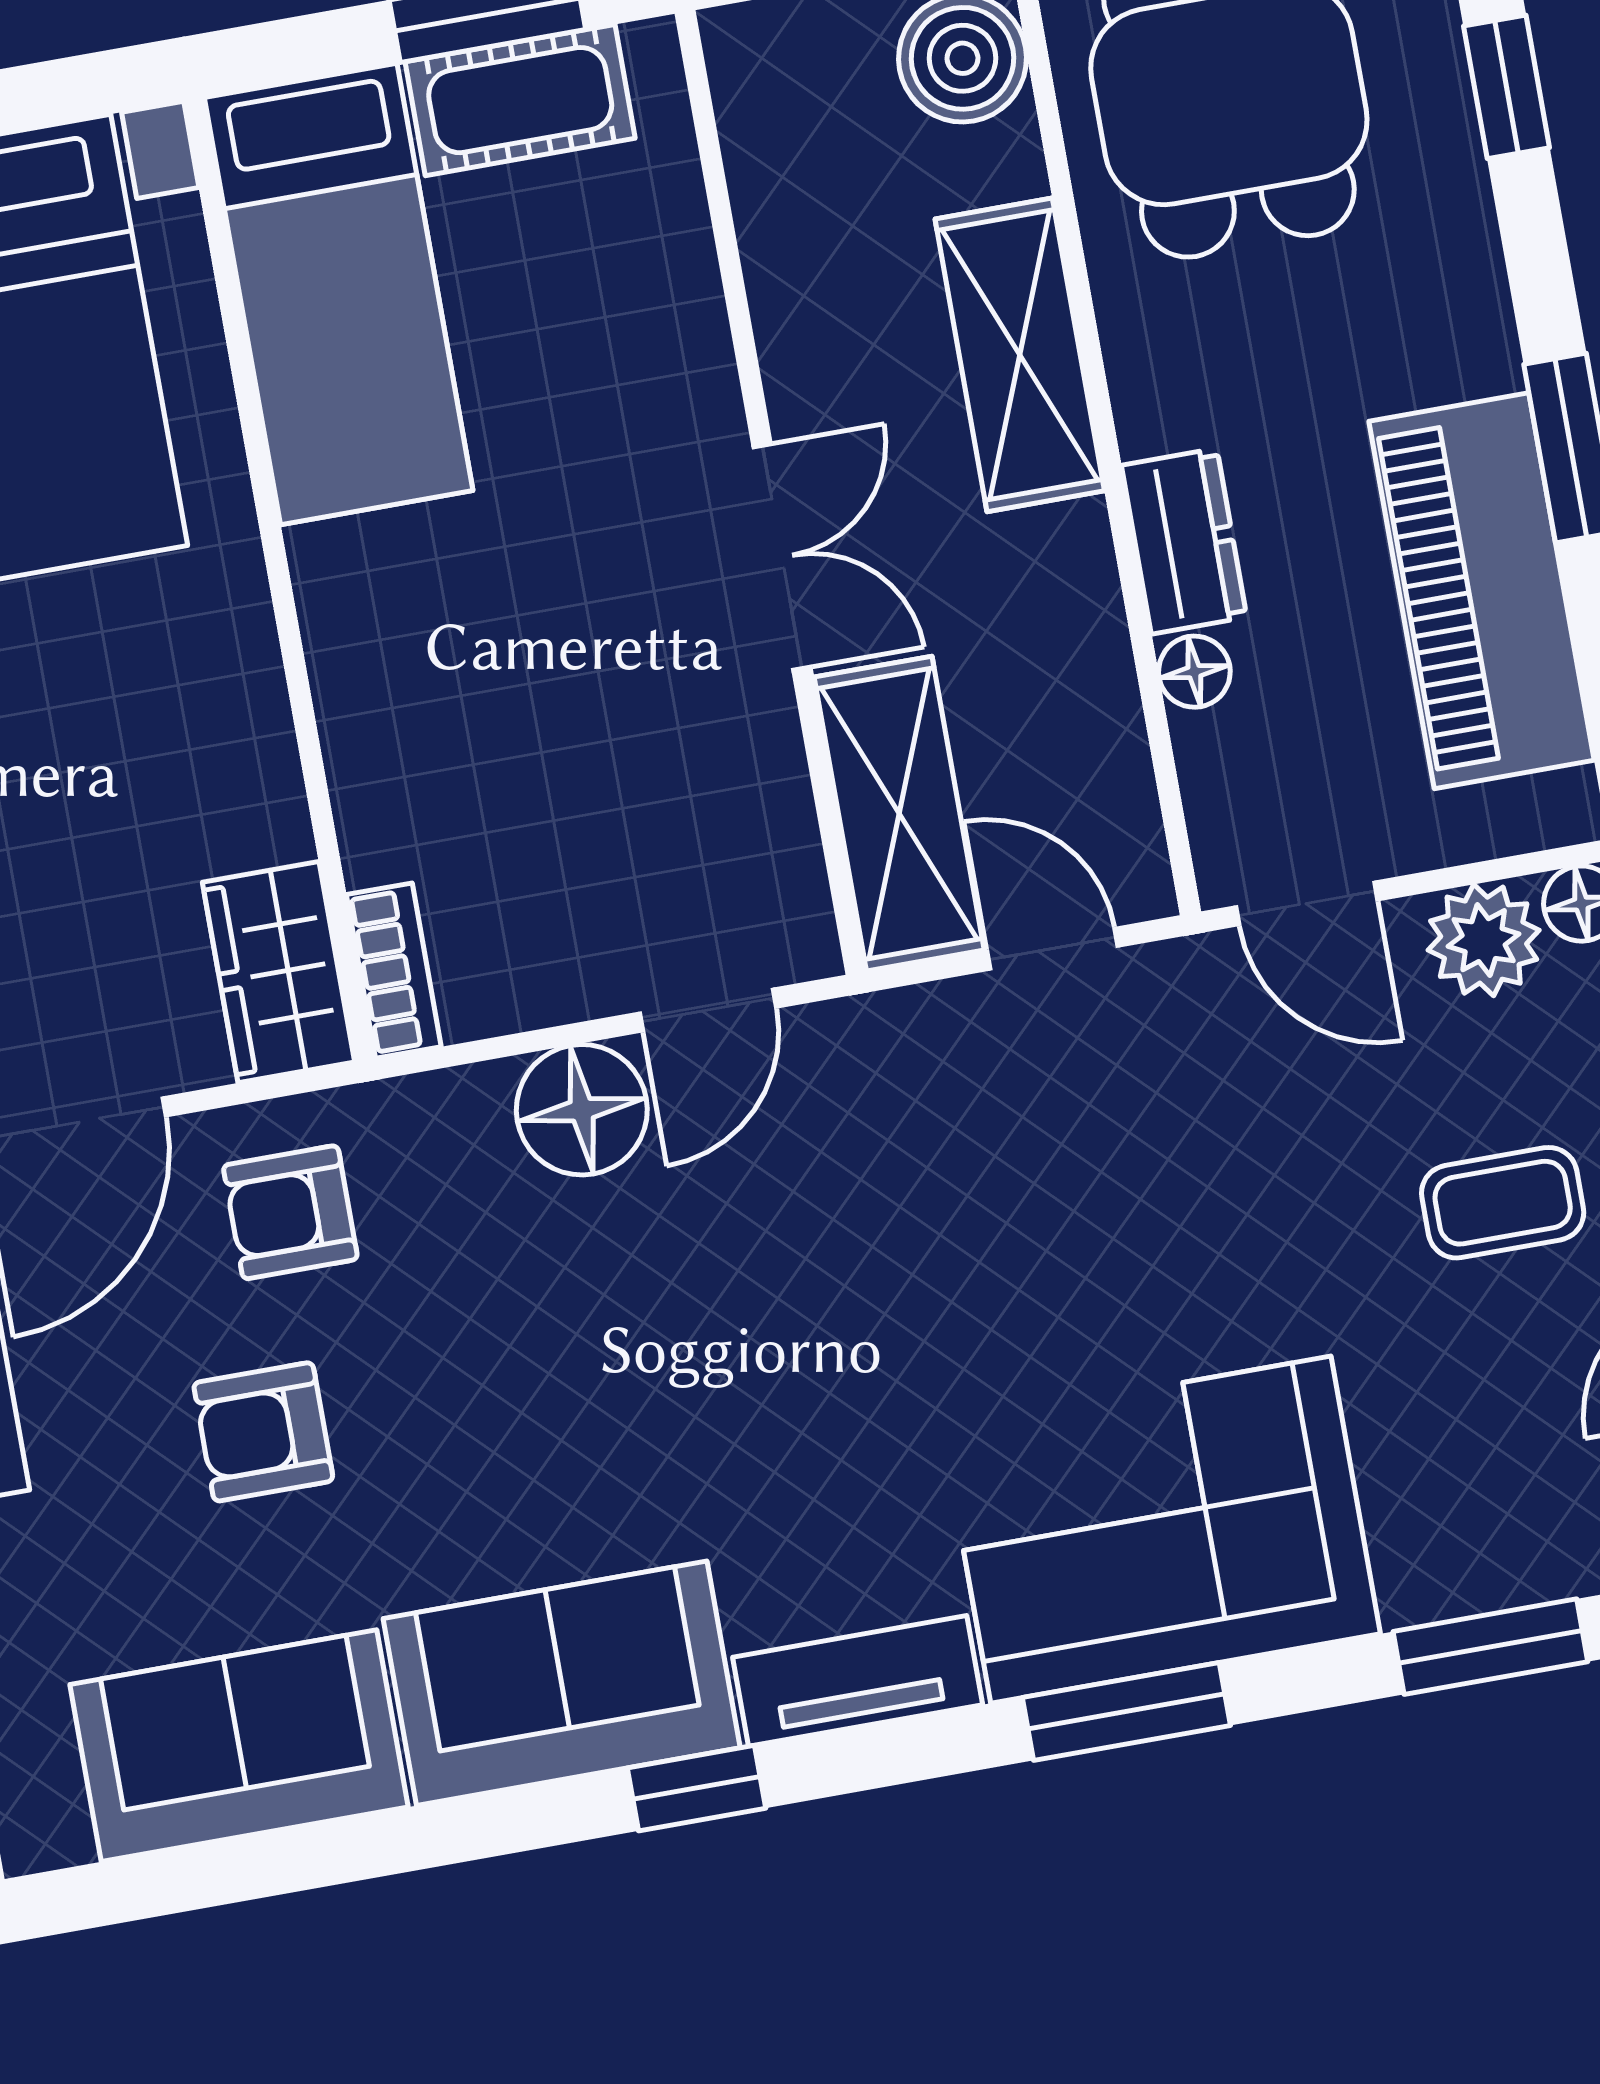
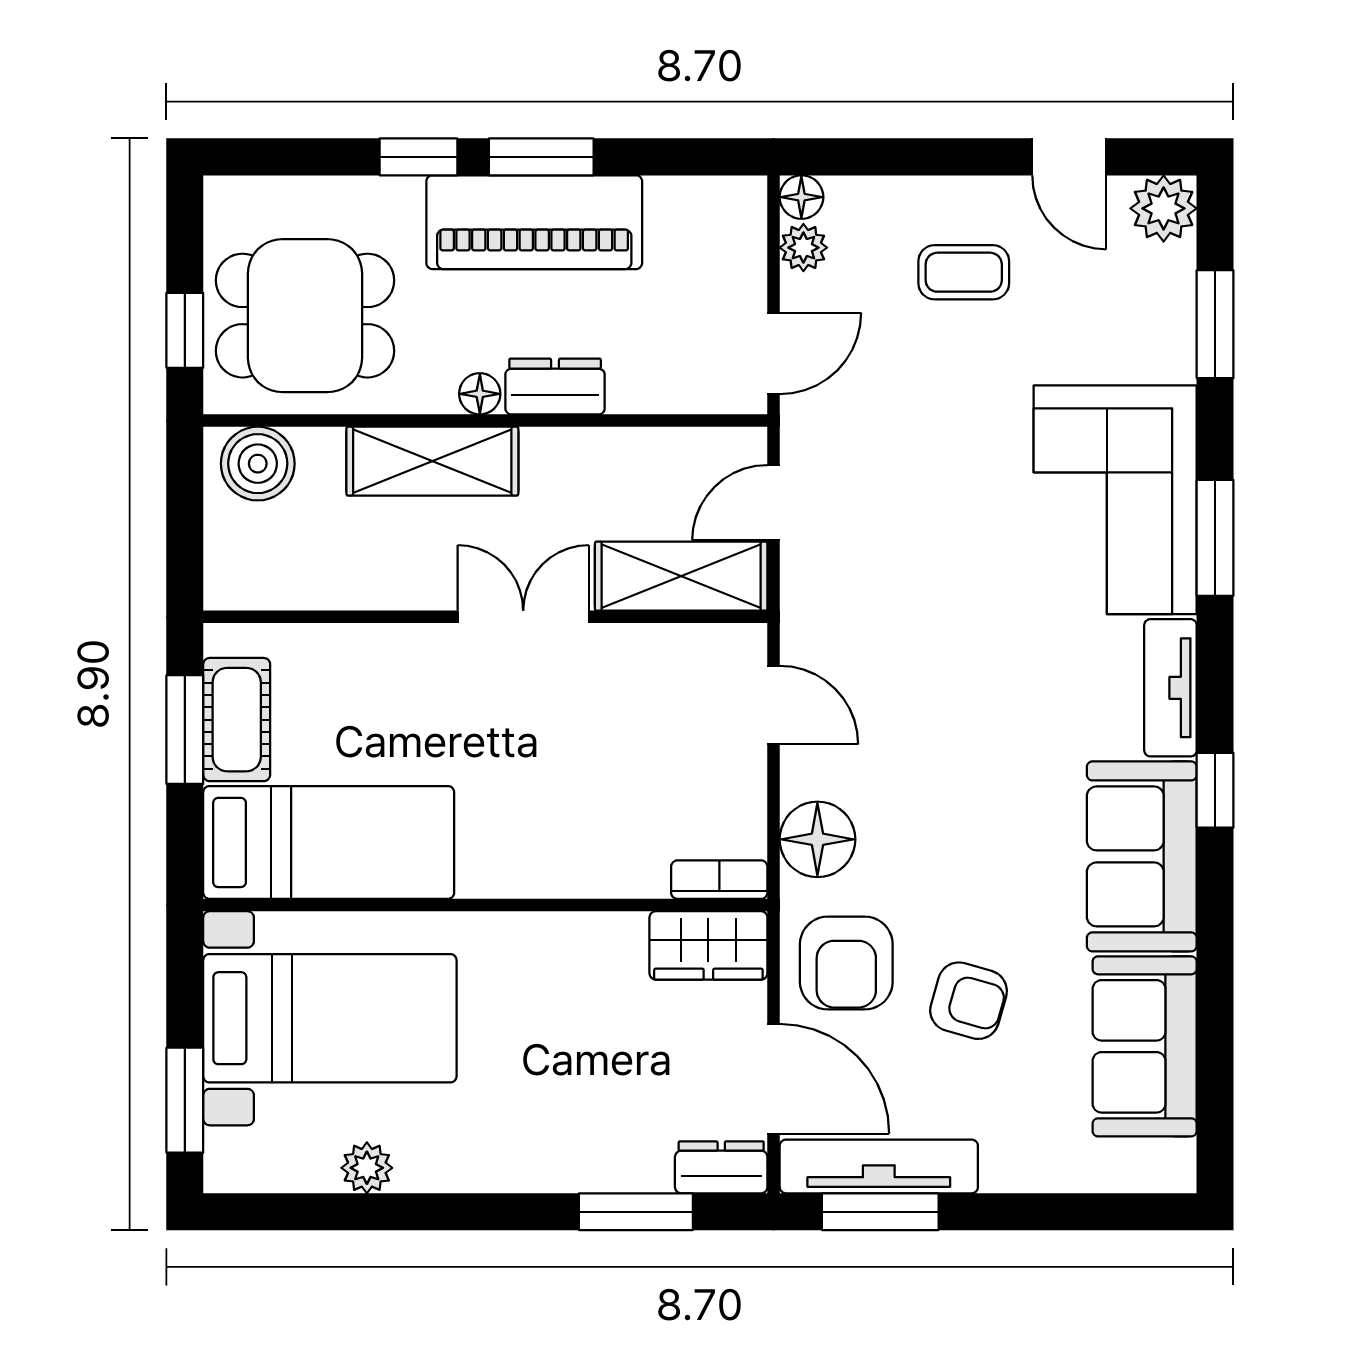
window: (1507, 87) -> (418, 157), moved
piano: (1482, 591) -> (534, 222), moved
floor lamp: (1194, 672) -> (480, 394), moved
plant: (1484, 940) -> (803, 248), width x0.73, depth x0.73
floor lamp: (582, 1110) -> (817, 839), moved
coffee table: (1503, 1203) -> (964, 272), turned 90
armchair: (290, 1212) -> (846, 963), width x1.38, depth x1.38
armchair: (263, 1432) -> (969, 1001), turned -74

